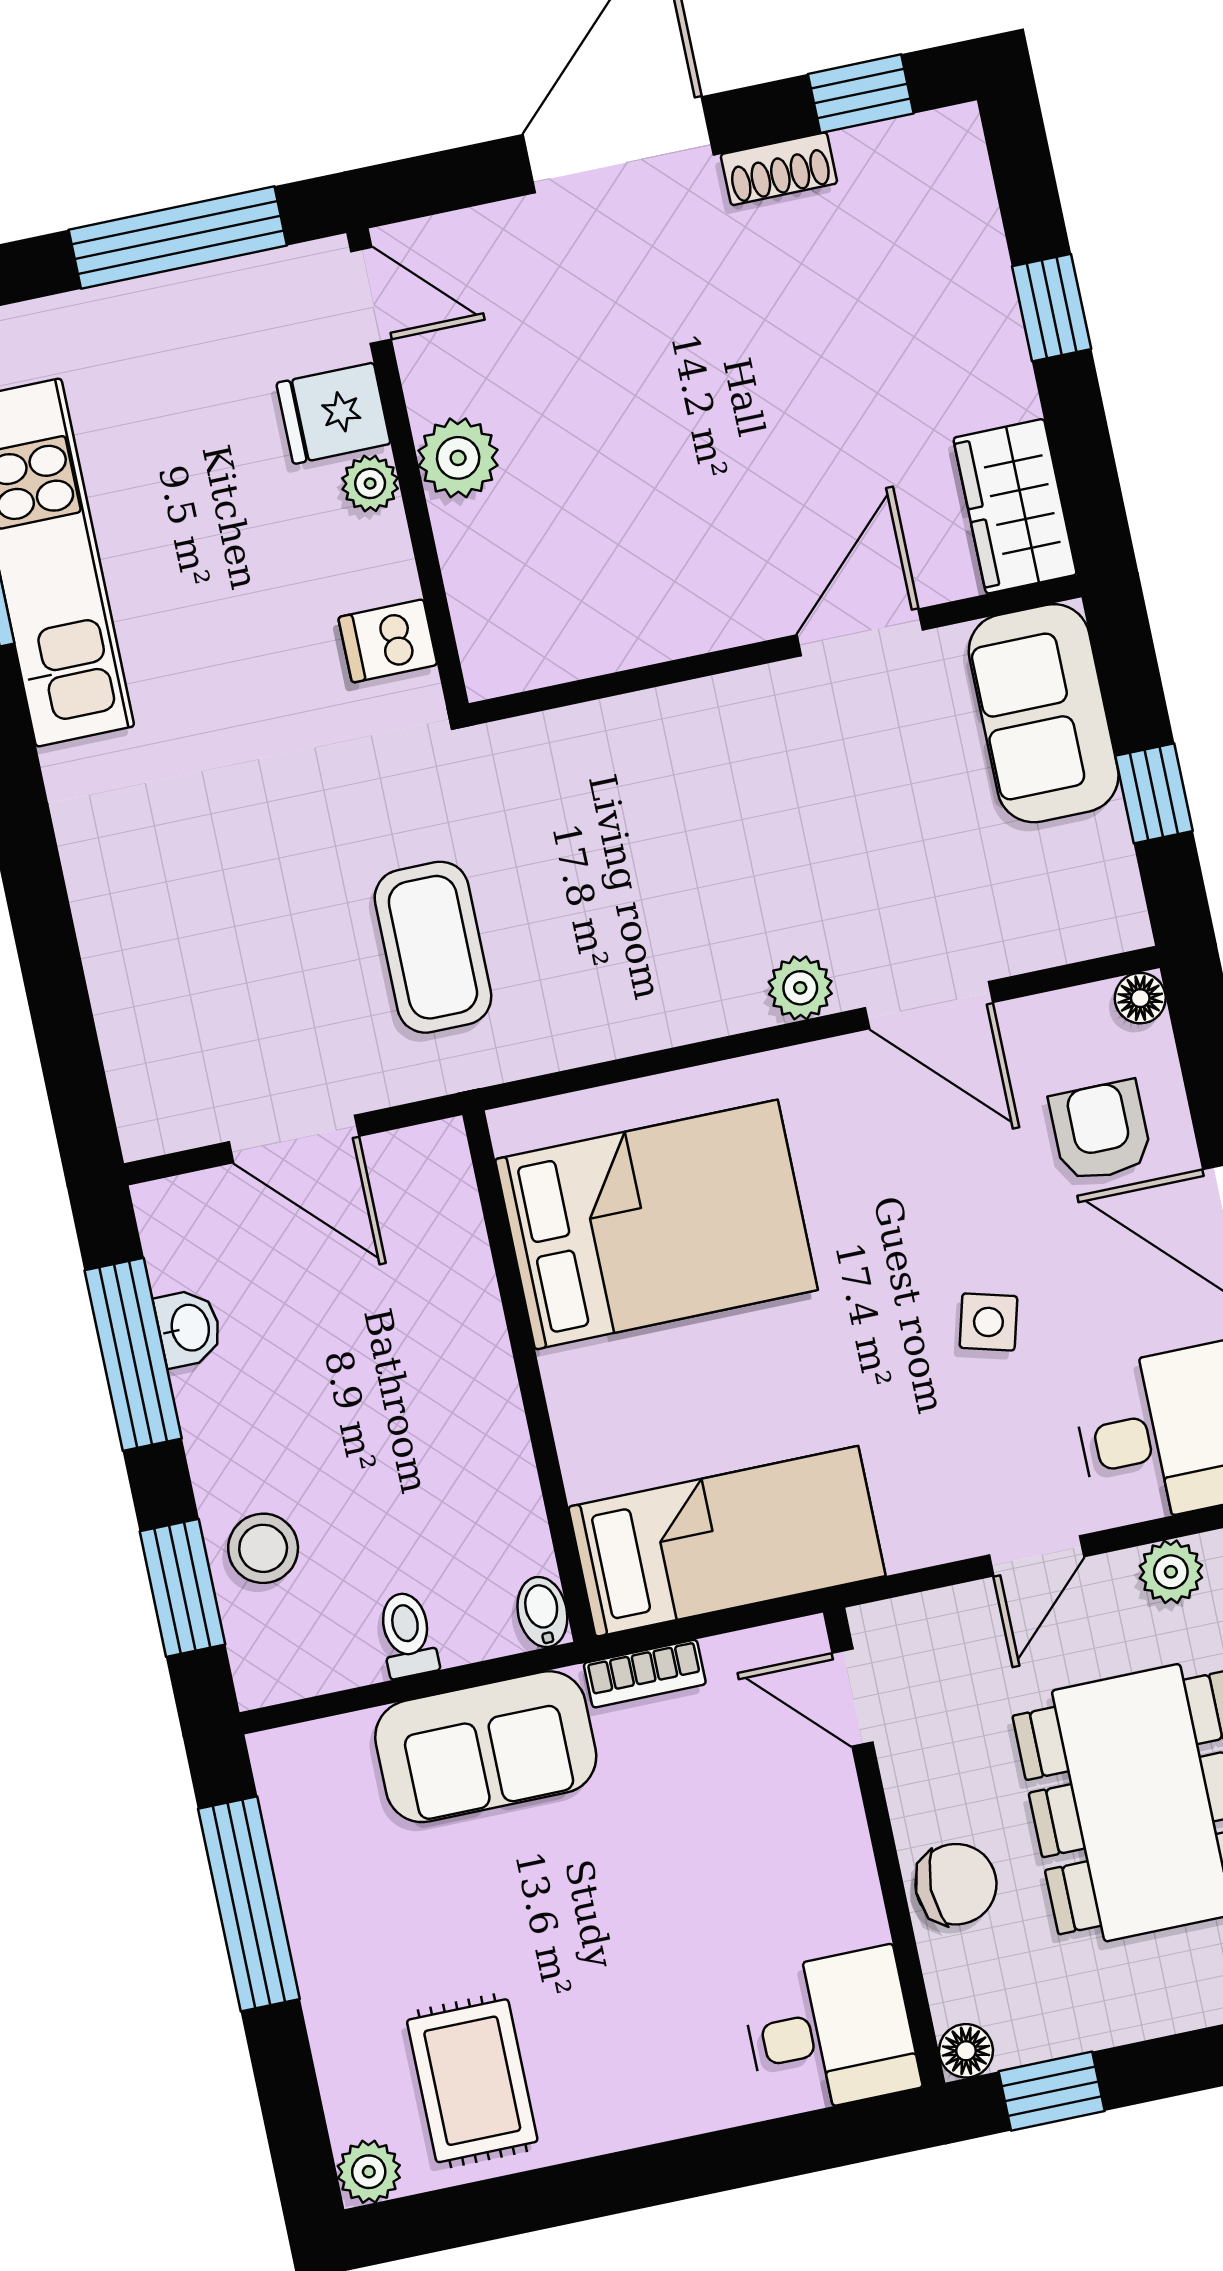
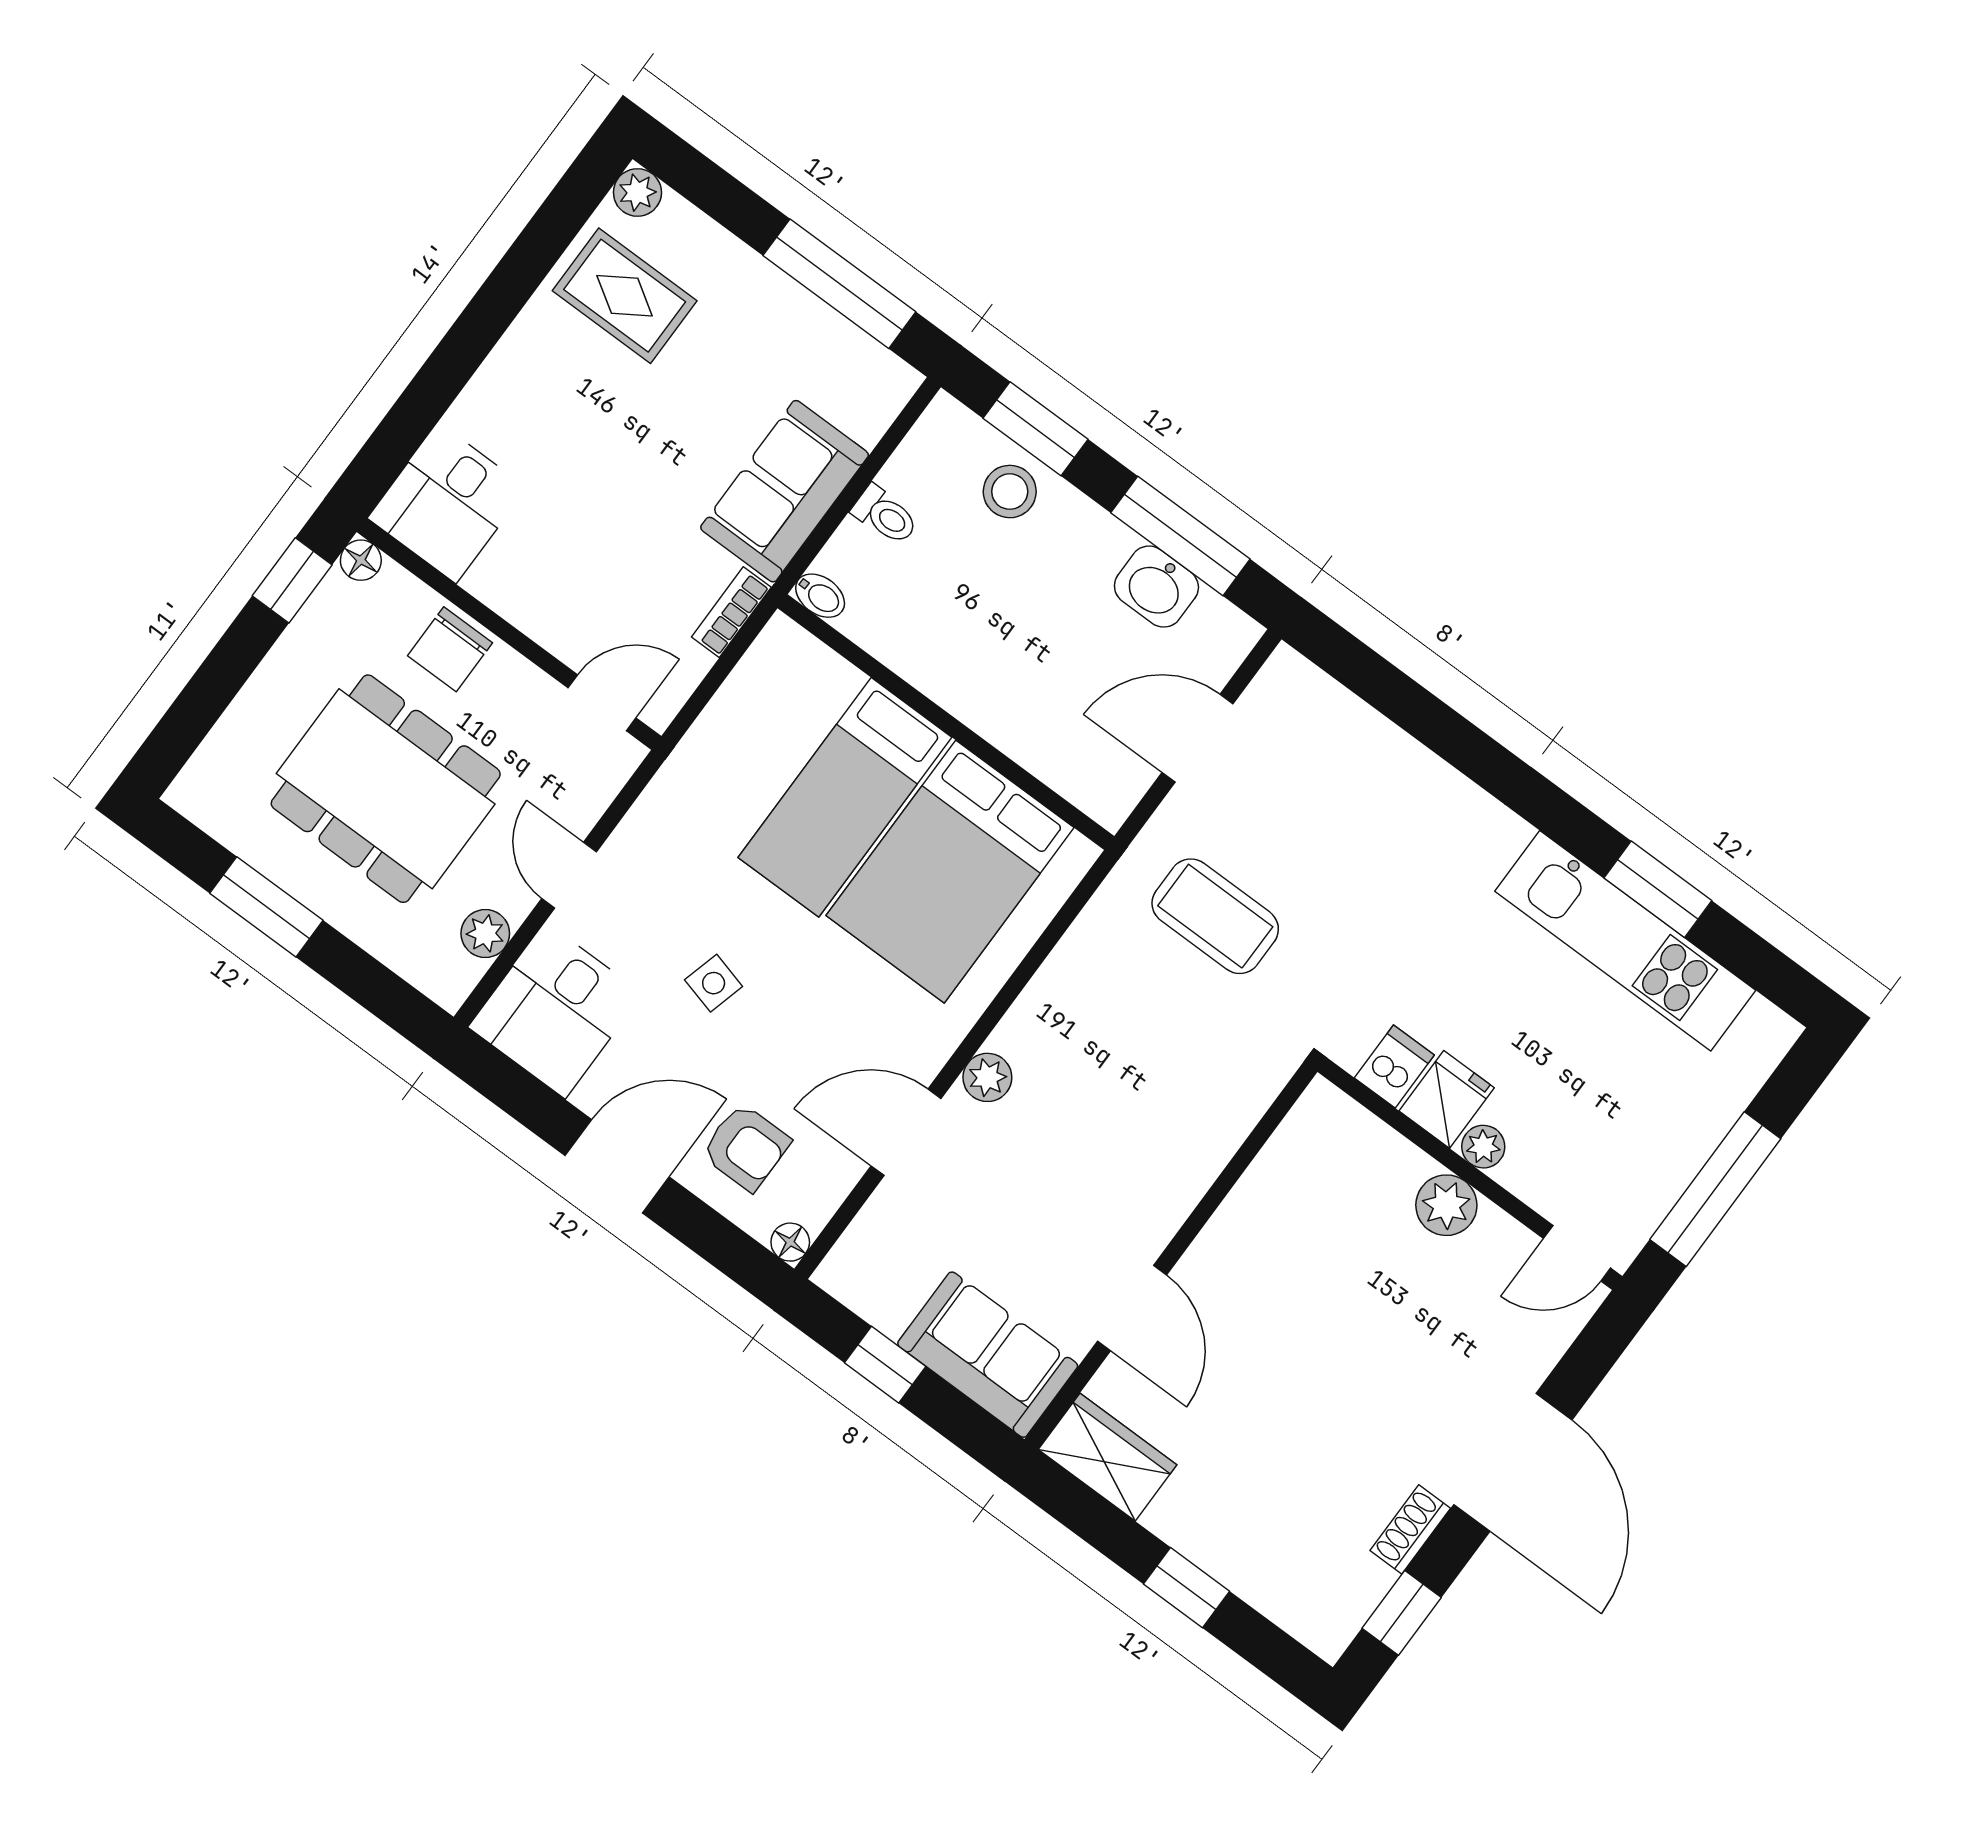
fridge: (333, 413) -> (1447, 1099), moved
washbasin: (189, 1328) -> (1156, 587), width x1.38, depth x1.45
bed: (727, 1541) -> (845, 797), moved

